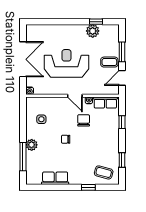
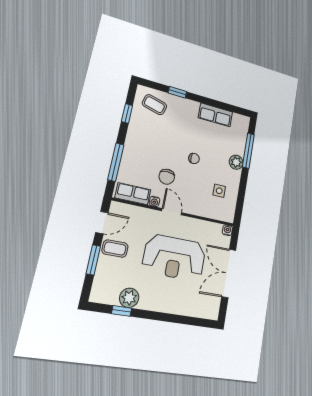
window: (122, 122) -> (116, 162), width x2.17

